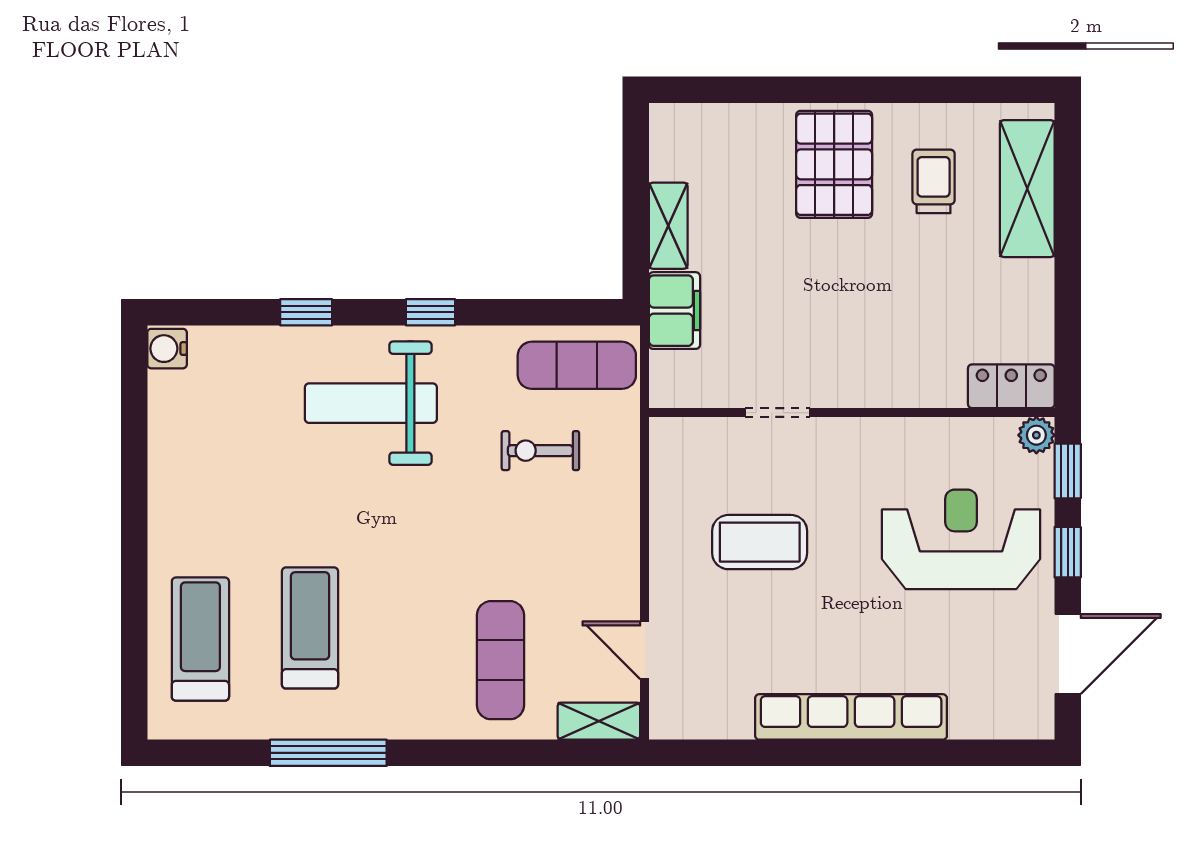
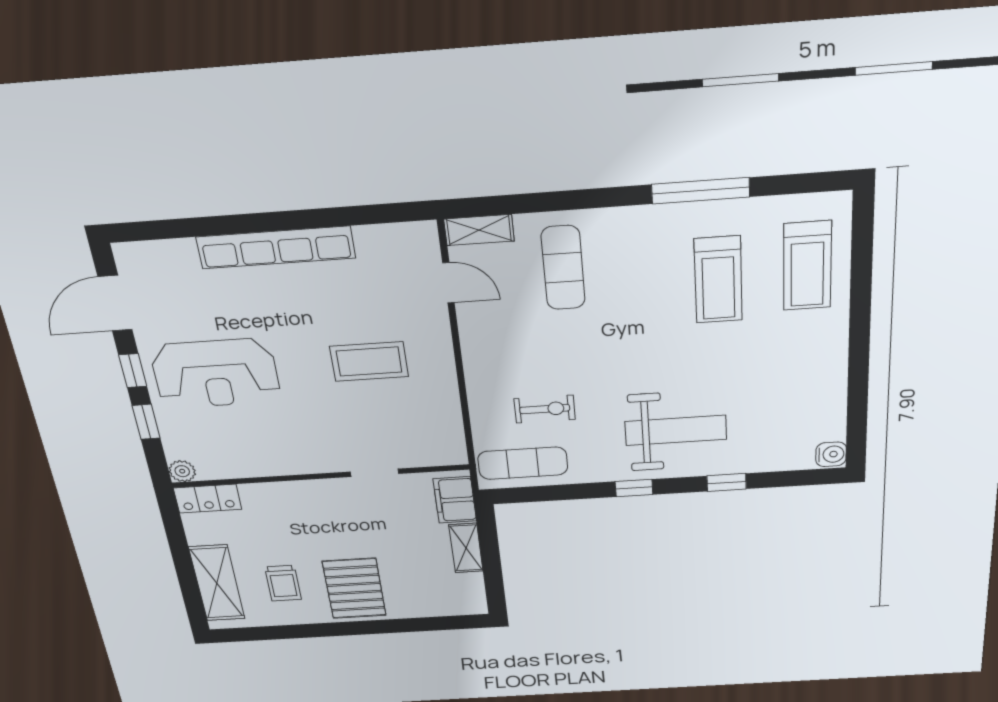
locker: (1011, 386) -> (208, 499), moved
doorway: (777, 413) -> (375, 473), moved
wall: (852, 413) -> (320, 476), moved
plant: (1036, 435) -> (182, 471), moved

